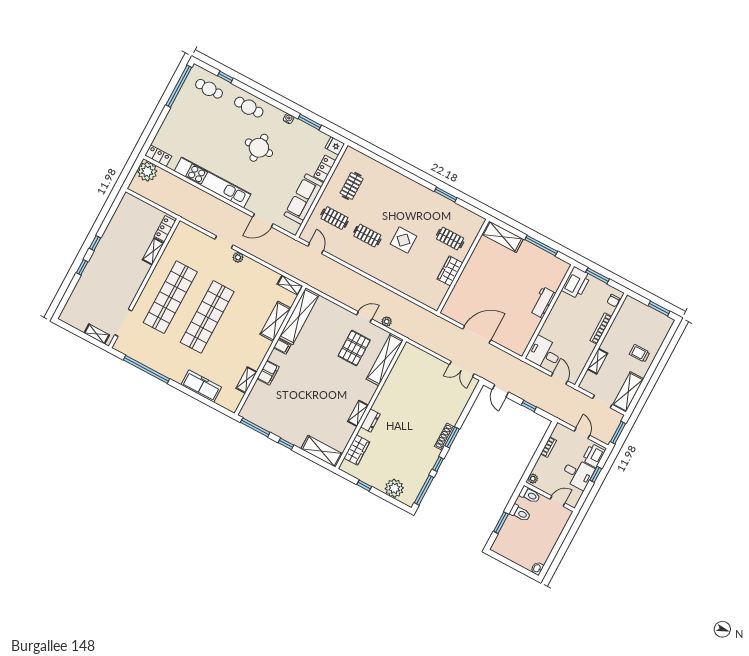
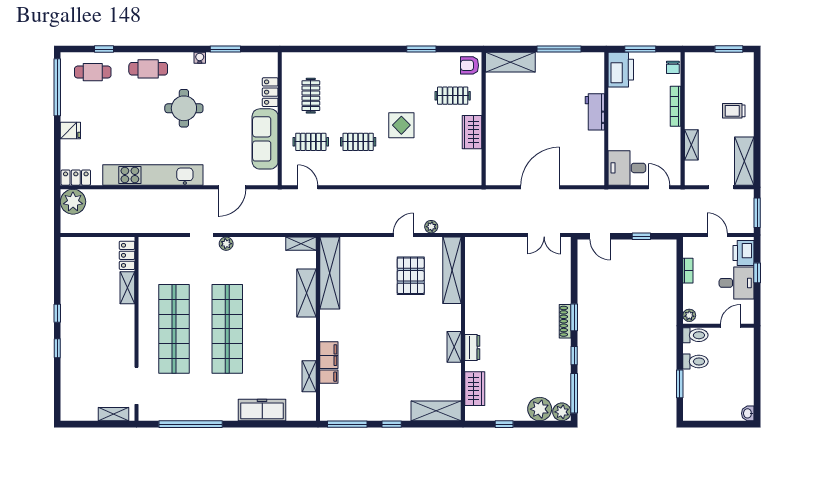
fridge: (335, 146) -> (70, 131), moved, turned 180
armchair: (473, 224) -> (469, 65), added
filing cabinet: (282, 346) -> (329, 377), moved
plant: (409, 498) -> (562, 412), added

